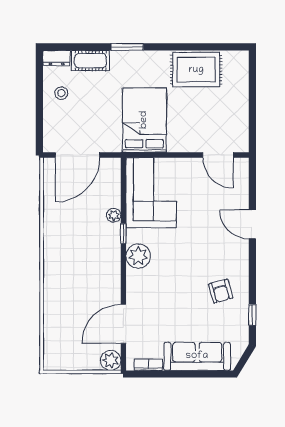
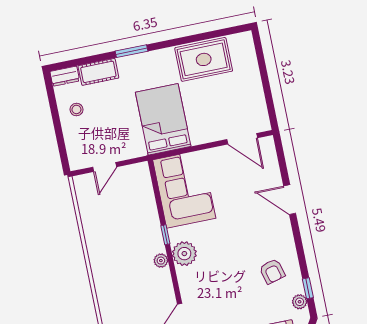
door: (77, 155) -> (105, 167), width x0.53
plant: (114, 215) -> (161, 261), moved
plant: (241, 326) -> (300, 302), added

